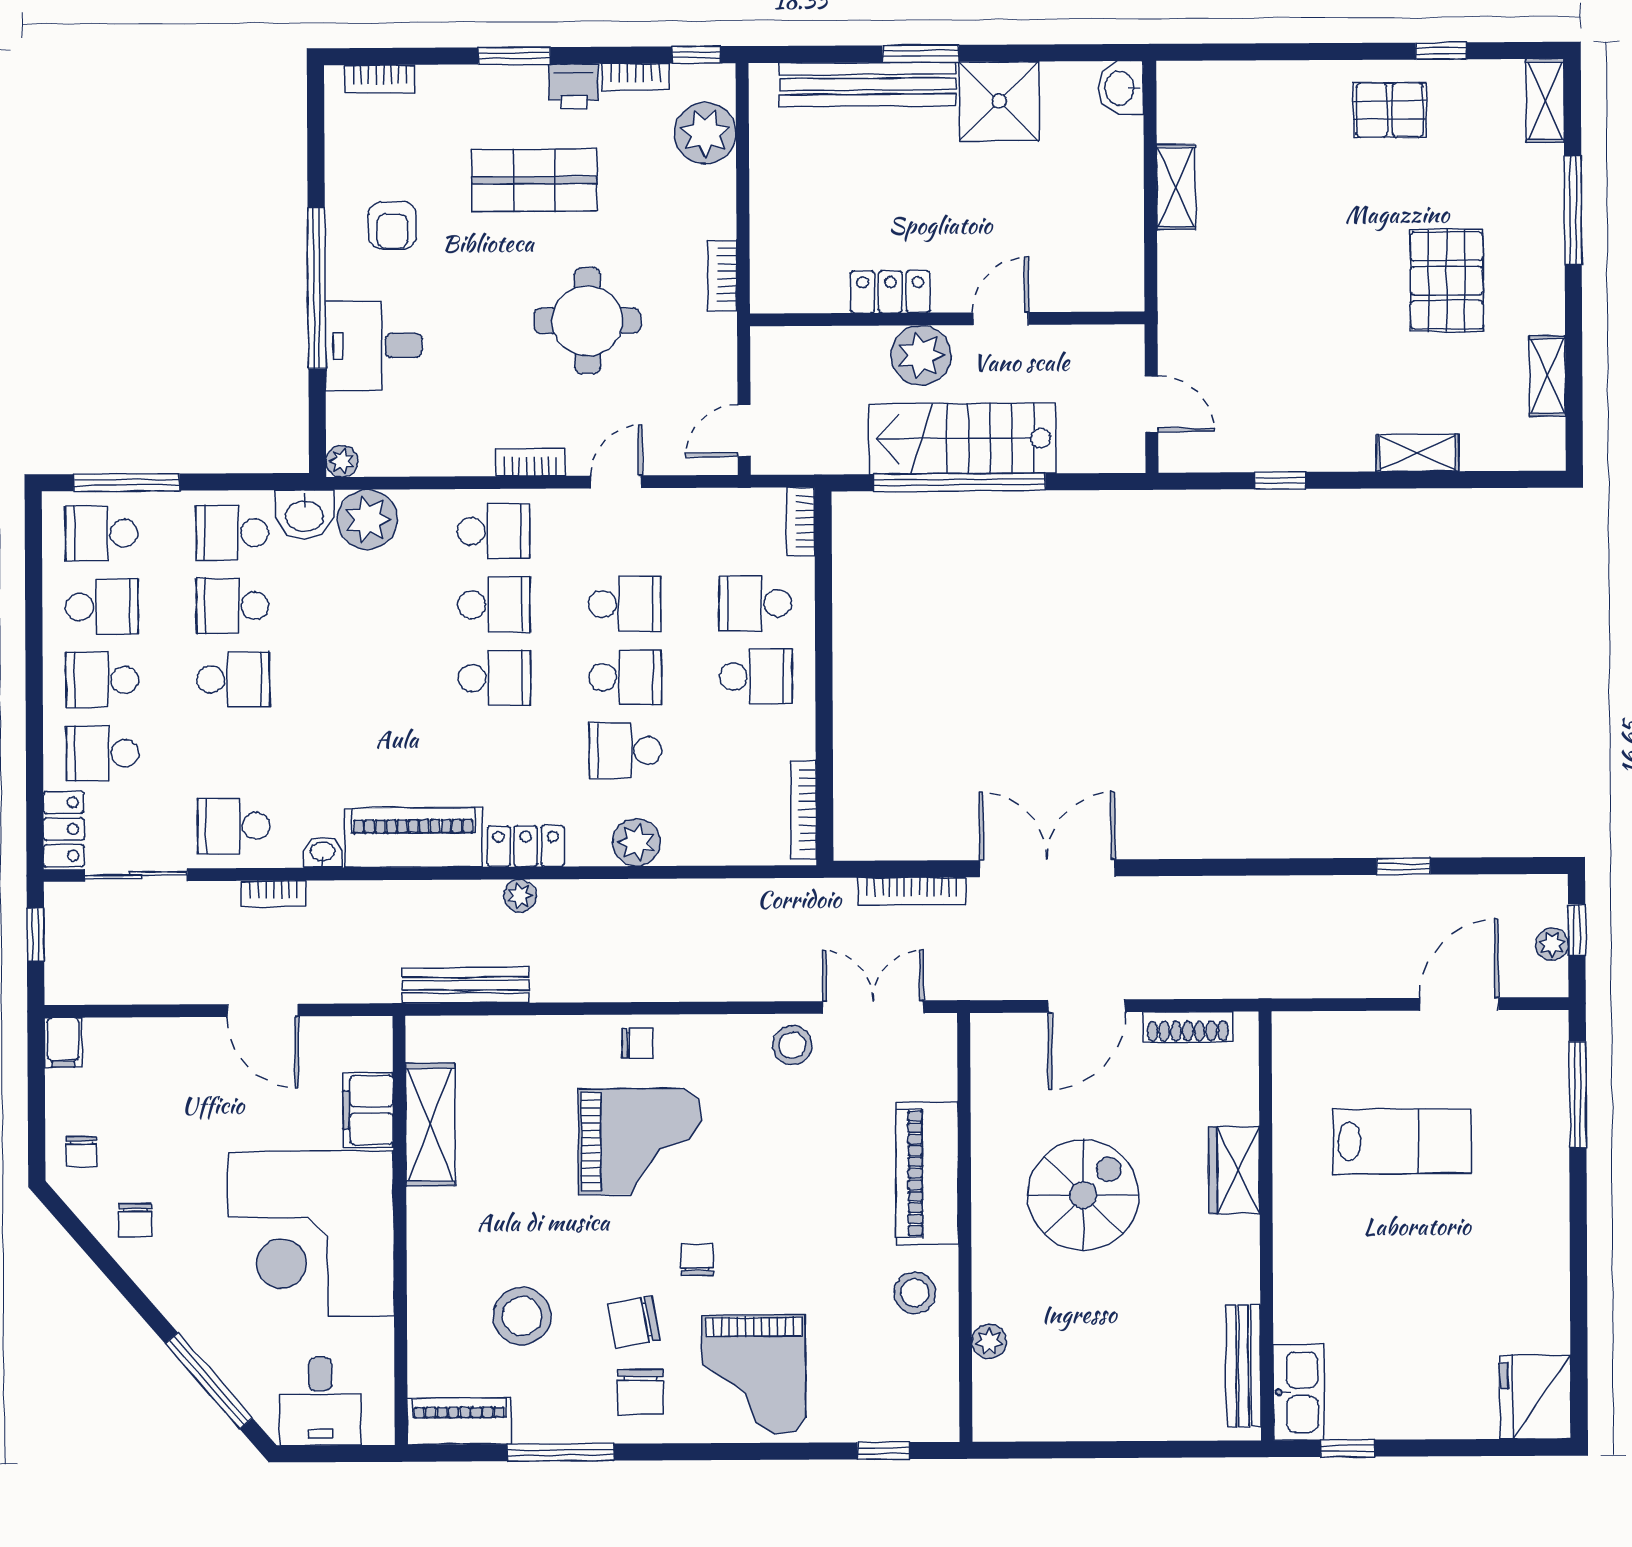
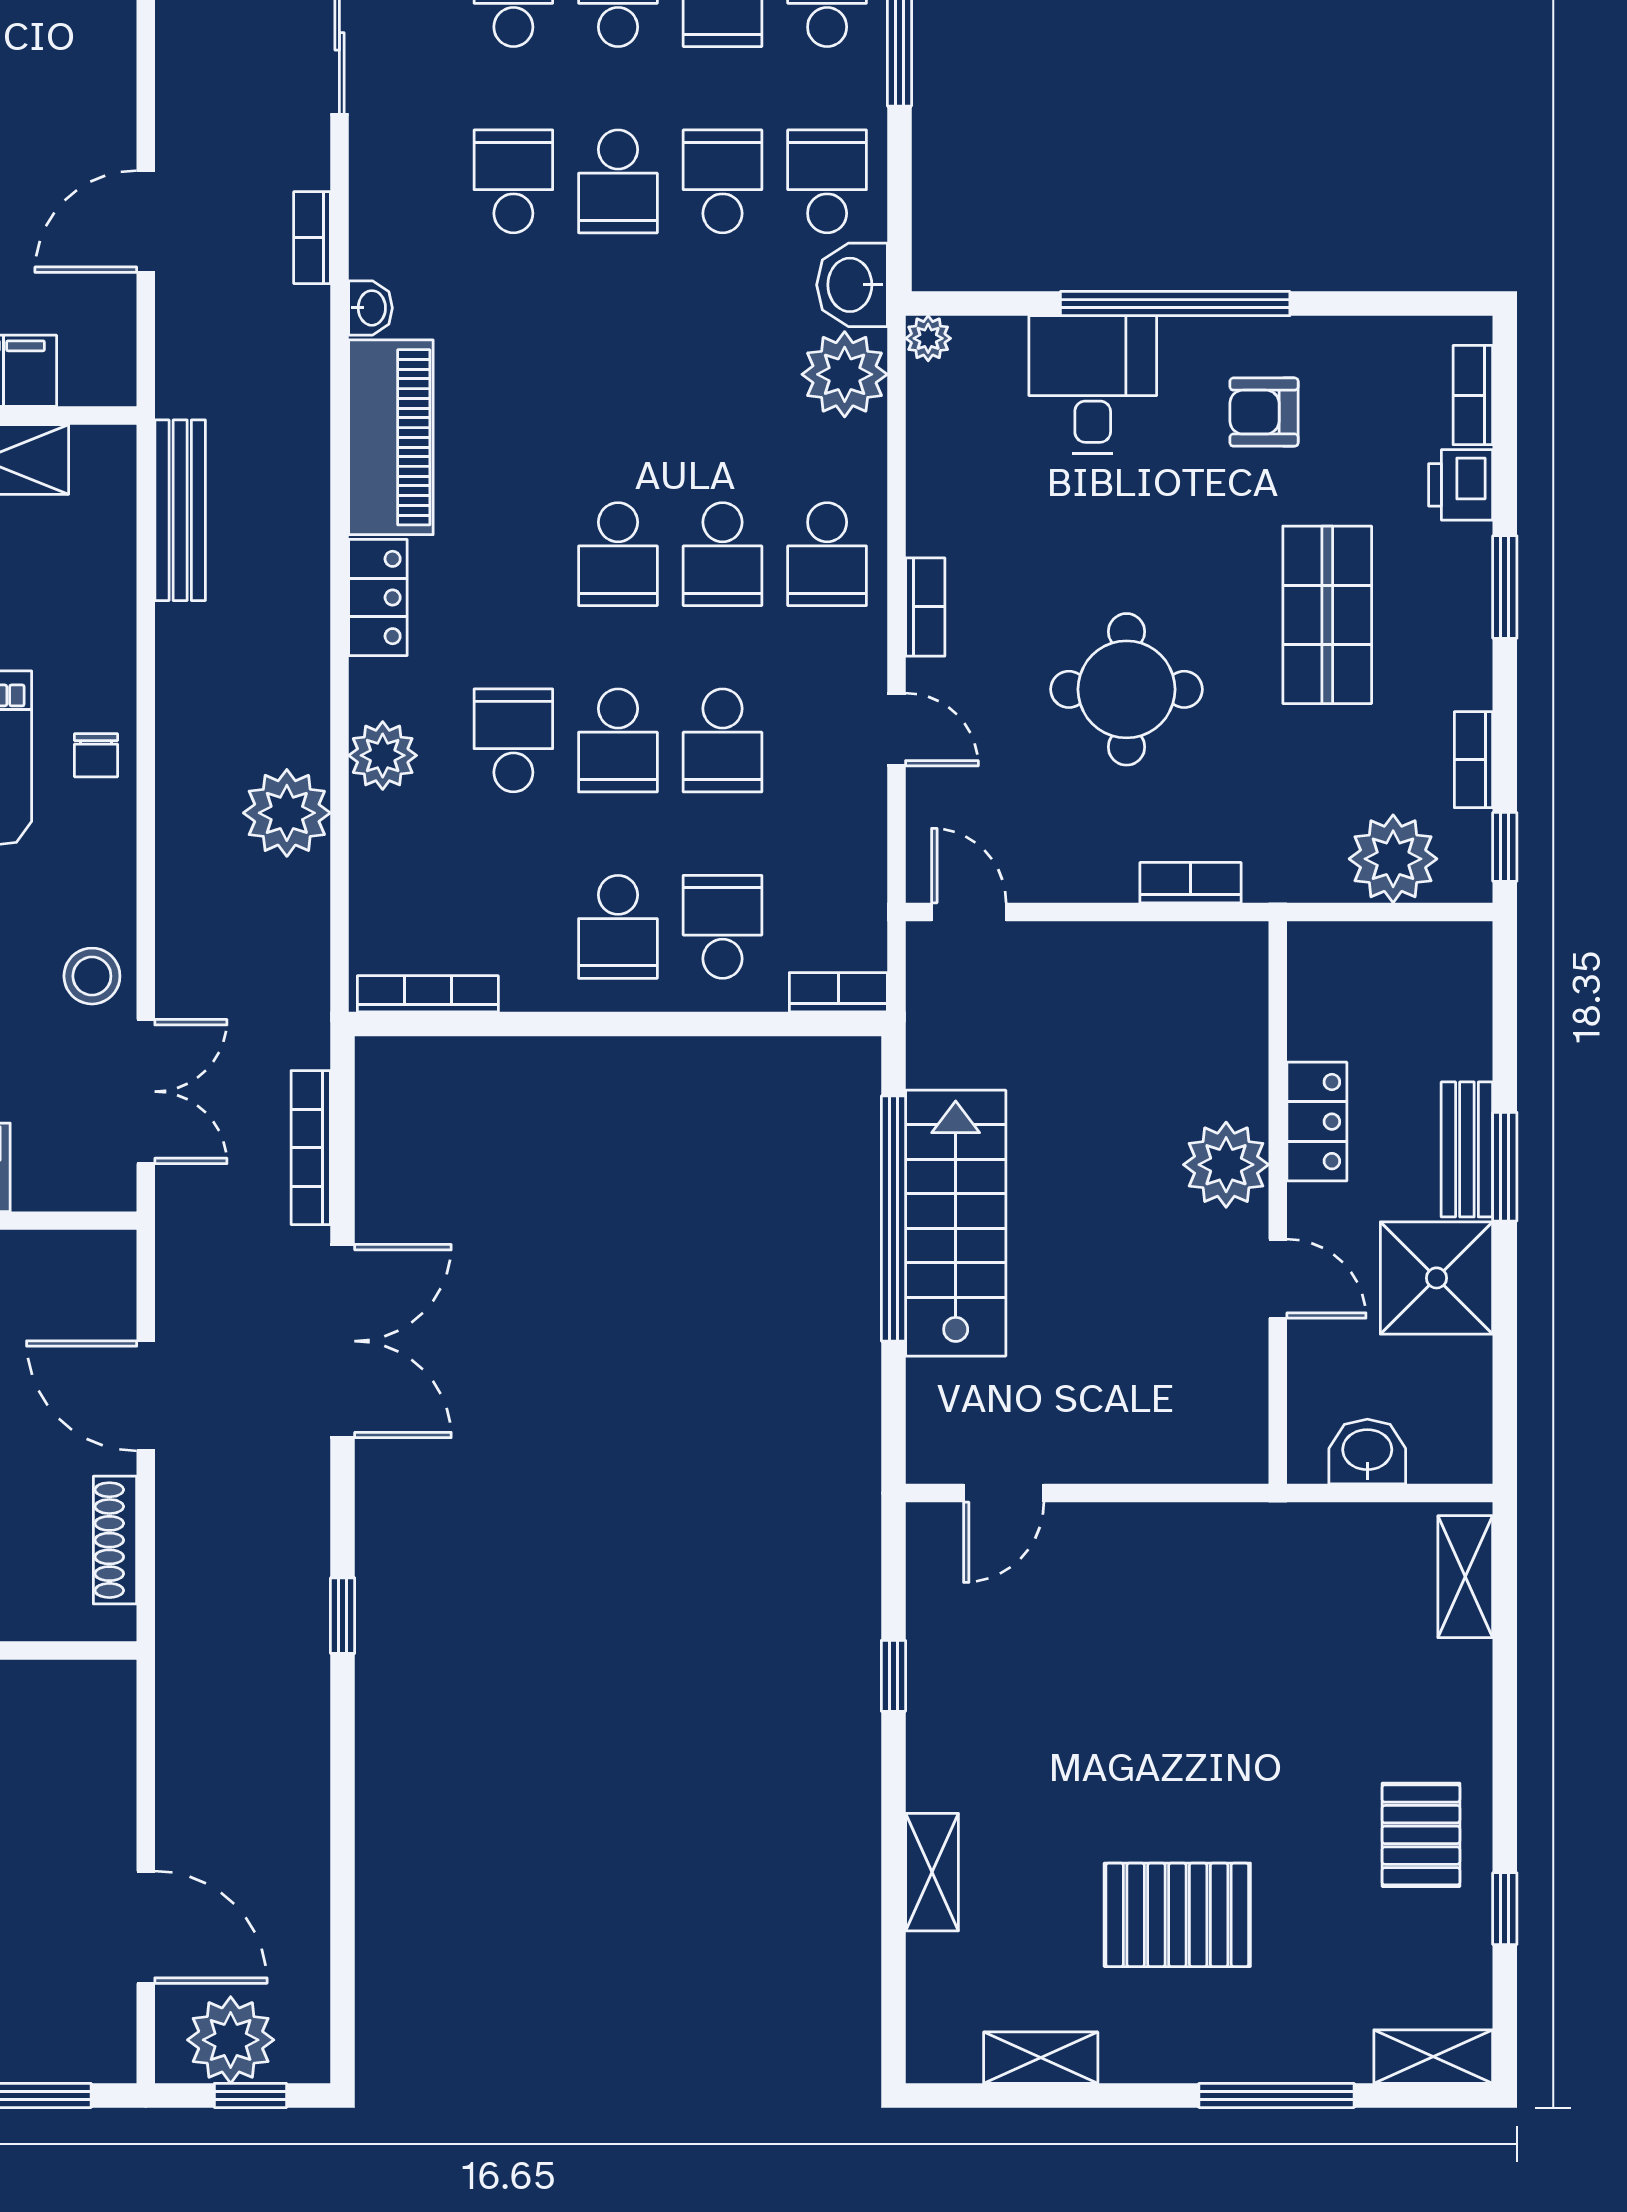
bench: (868, 84) -> (1467, 1149), width x0.54, depth x0.82
printer: (574, 86) -> (1461, 485), moved
washbasin: (1121, 88) -> (1367, 1452), moved
shelving: (1176, 187) -> (1465, 1577), moved, turned 90
locker: (890, 292) -> (1317, 1122), moved
wall: (947, 319) -> (1278, 1202), moved
door: (1001, 319) -> (1278, 1279), moved
plant: (921, 355) -> (1226, 1165), moved
school desk: (234, 826) -> (513, 181), moved
window: (1403, 866) -> (343, 1616), moved
plant: (520, 896) -> (287, 813), moved, width x1.88, depth x1.88
plant: (1552, 944) -> (231, 2040), width x1.88, depth x1.88

